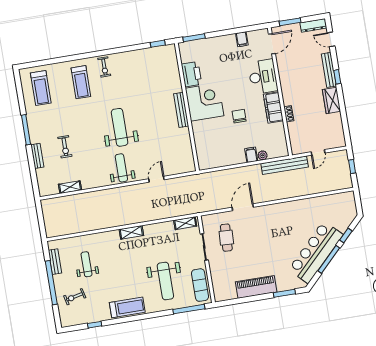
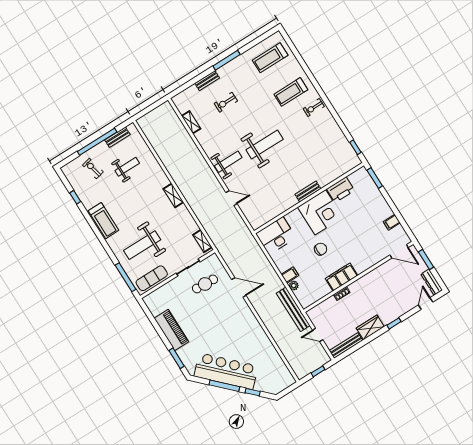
bench: (329, 70) -> (346, 345), moved
desk: (263, 77) -> (276, 236), moved, turned 180
bench: (181, 110) -> (308, 192), width x0.73

